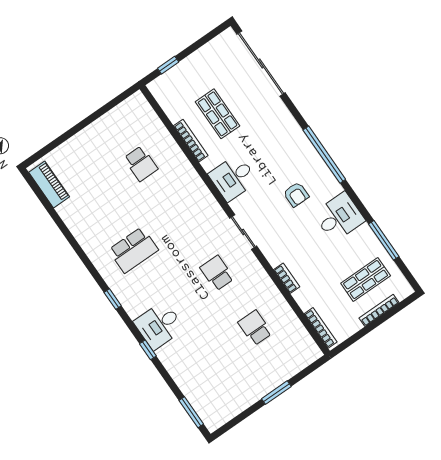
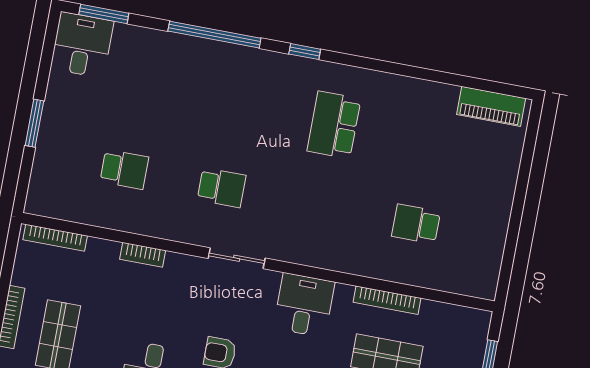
desk: (159, 325) -> (82, 45), moved
window: (148, 350) -> (214, 35), width x3.17

